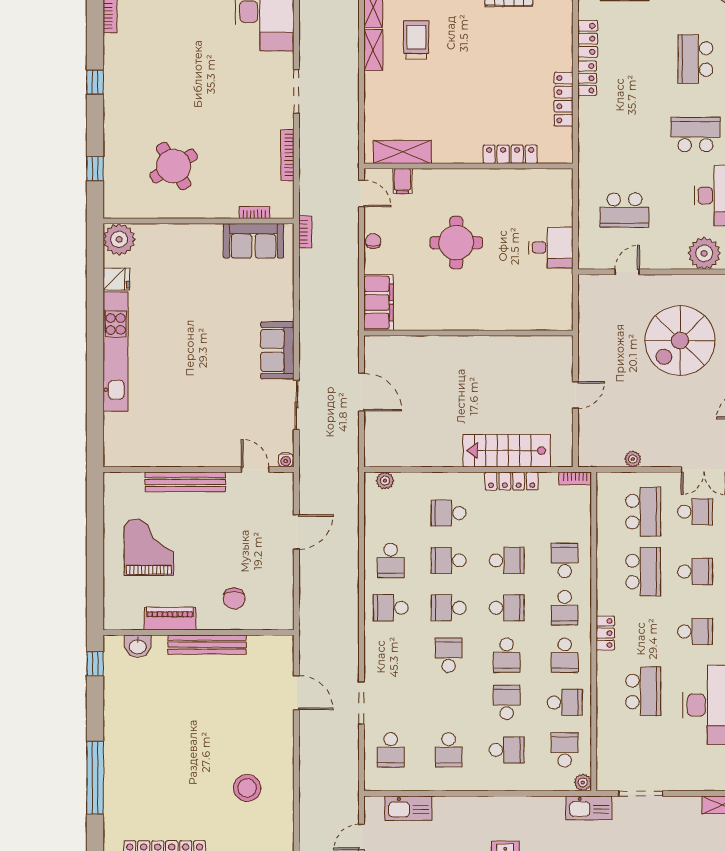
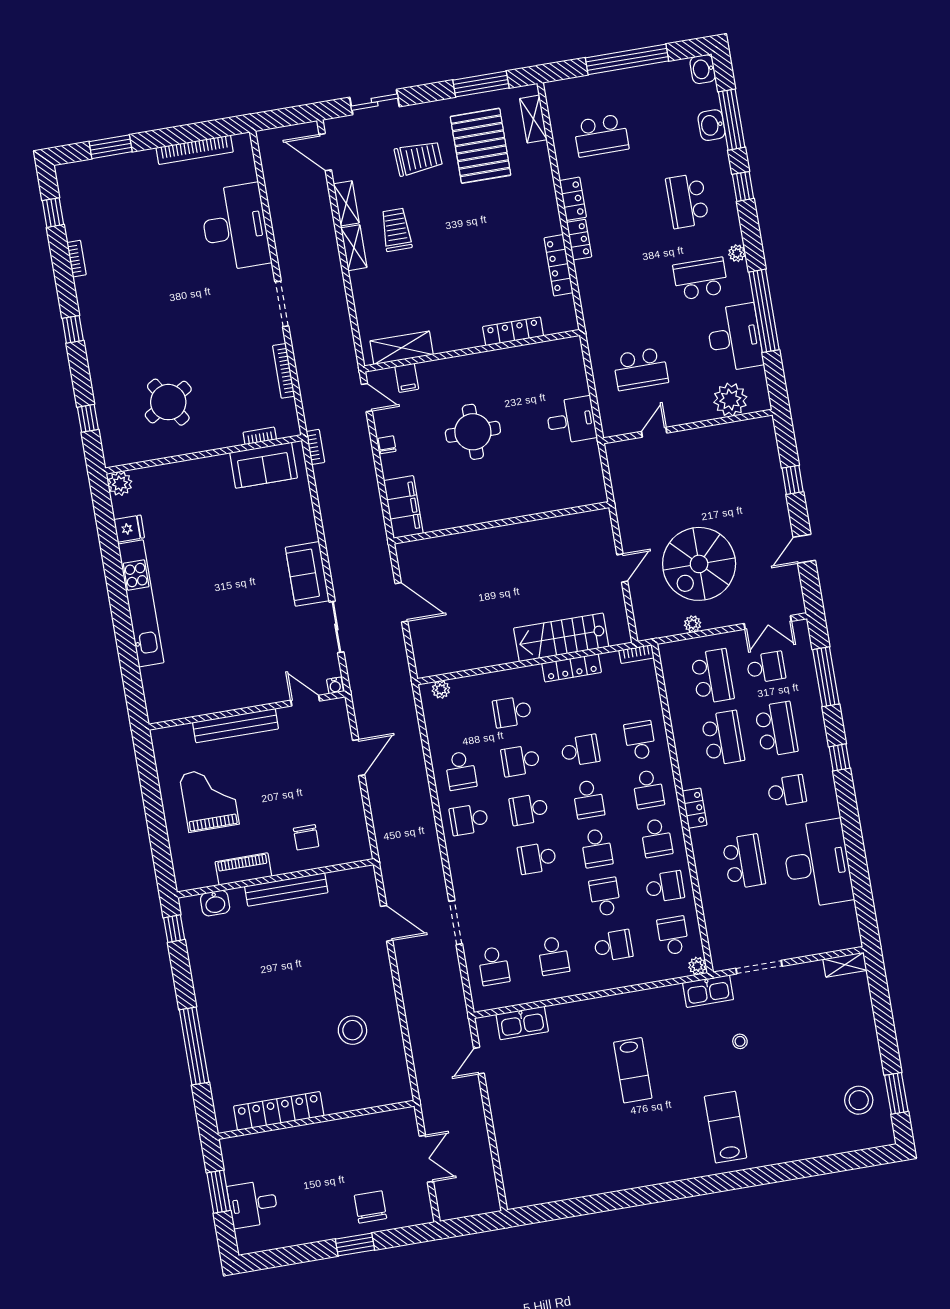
plant: (119, 239) -> (120, 484), width x0.73, depth x0.73
spiral stairs: (680, 341) -> (699, 564), moved
school desk: (695, 572) -> (776, 729), width x1.85
school desk: (507, 608) -> (588, 799), turned 90
school desk: (449, 655) -> (537, 858), turned -90

